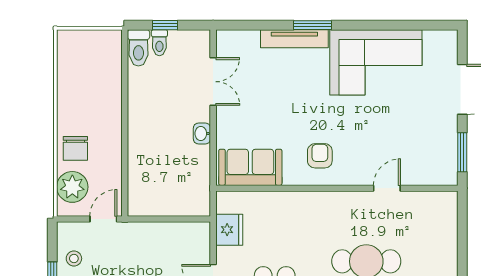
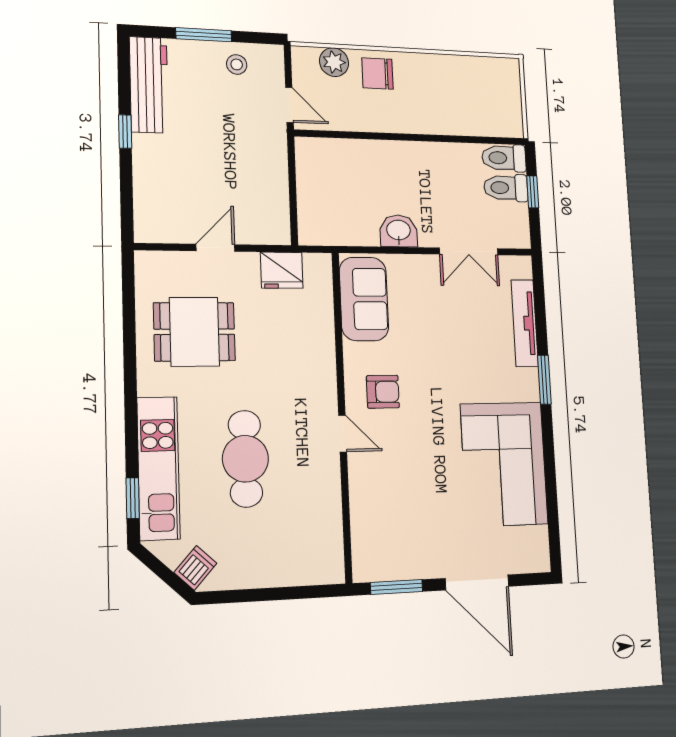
tv unit: (294, 39) -> (525, 323), moved
toilet: (159, 43) -> (506, 188), width x1.37, depth x1.39
washbasin: (202, 133) -> (399, 231), width x1.38, depth x1.45
plant: (72, 187) -> (334, 62), width x0.73, depth x0.73
door: (387, 188) -> (343, 434), moved

